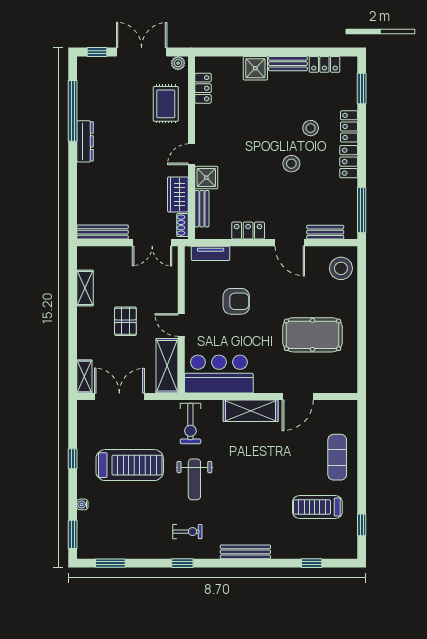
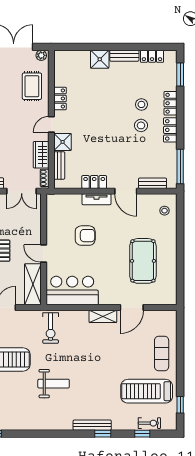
locker: (203, 88) -> (60, 98), moved
stool: (291, 164) -> (141, 125), moved
tv unit: (211, 253) -> (96, 199), moved
stool: (341, 268) -> (164, 211), width x0.53, depth x0.53
pool table: (313, 335) -> (143, 261), turned 90
shelving: (251, 411) -> (103, 316), width x0.67, depth x0.75
weight bench: (194, 479) -> (54, 384), moved, turned -90
treadmill: (317, 507) -> (147, 391), width x1.37, depth x1.38
exercise bike: (187, 532) -> (149, 423), moved
window: (182, 563) -> (103, 434), moved

